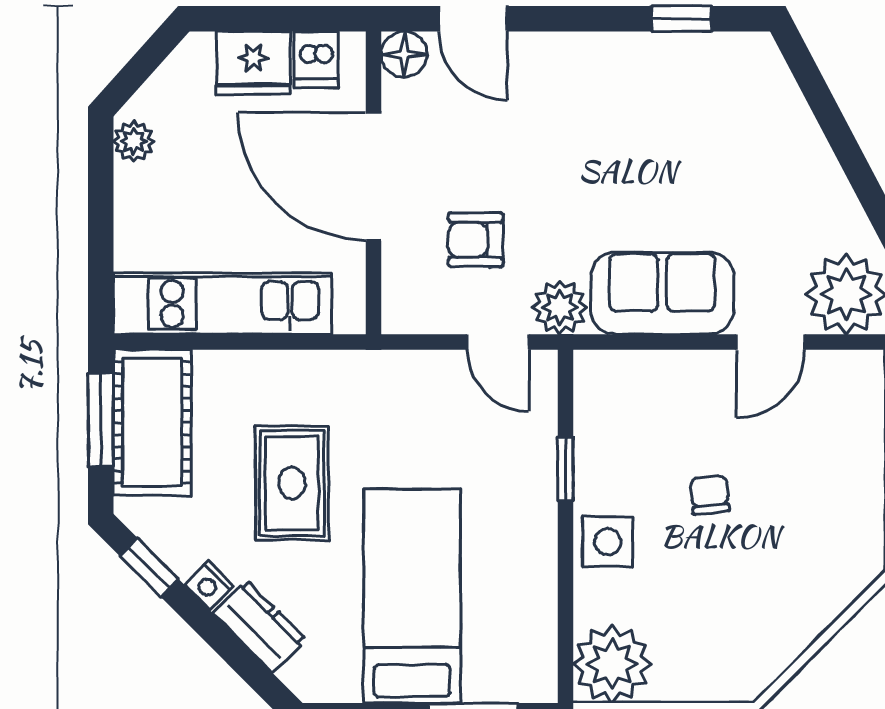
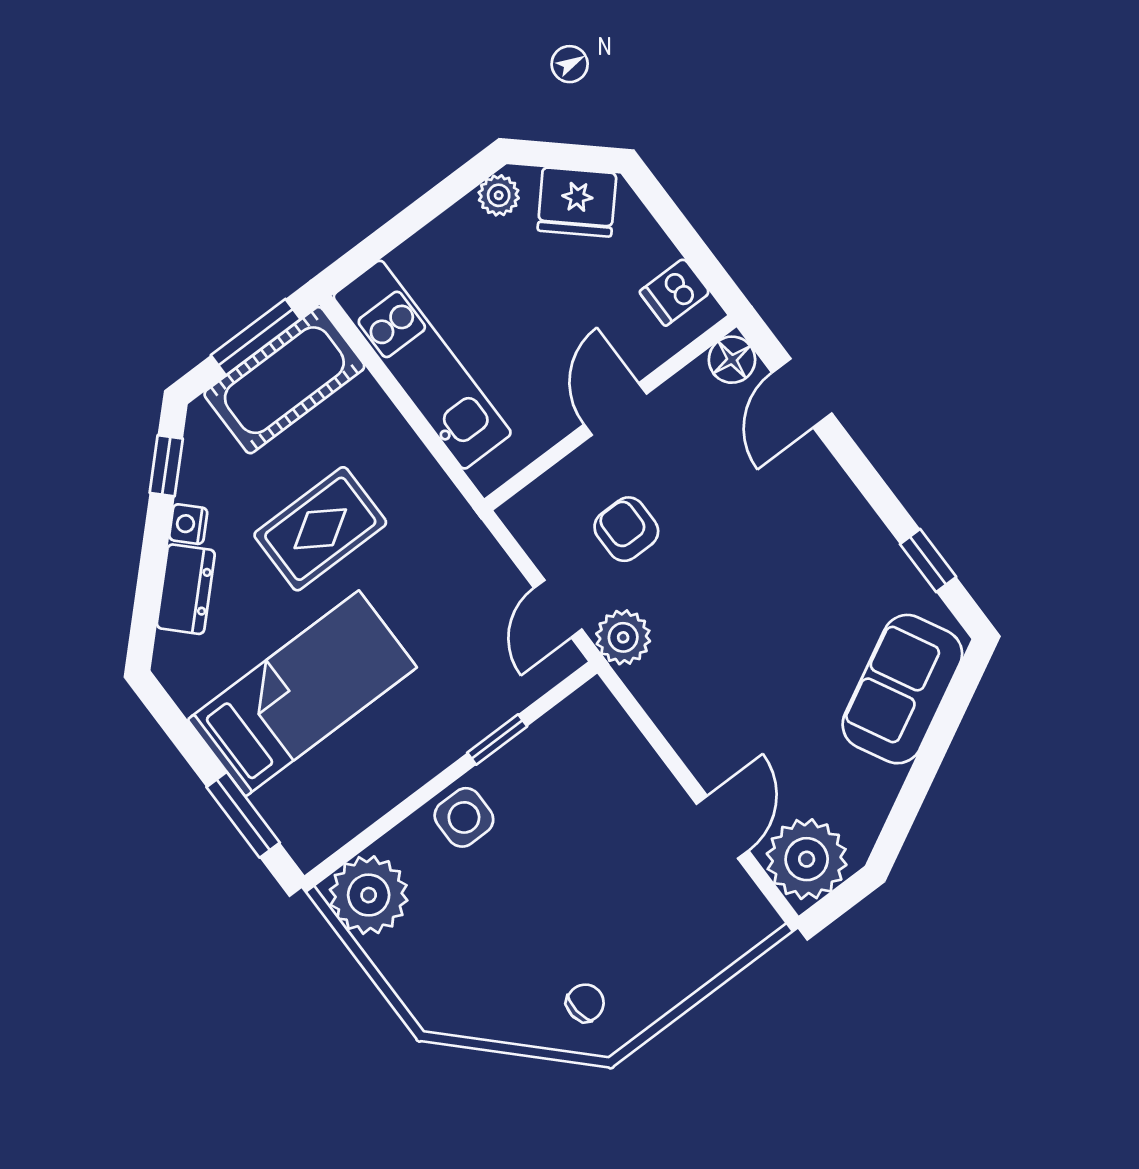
fridge: (253, 63) -> (577, 202), moved, turned -48
door: (374, 177) -> (615, 409), width x0.53
sofa: (662, 293) -> (902, 689), moved, turned -118
door: (770, 342) -> (722, 827), swing flipped
chair: (709, 495) -> (585, 1003), moved

